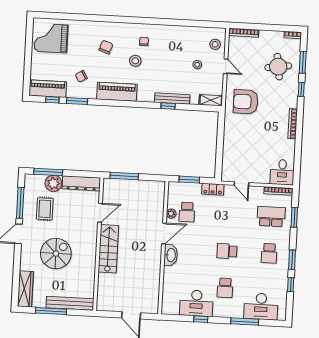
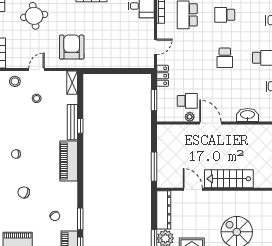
stool: (135, 61) -> (36, 162), removed
piano: (117, 92) -> (69, 161), moved
armchair: (246, 102) -> (72, 47), turned 180
school desk: (269, 253) -> (225, 15), turned 180
washbasin: (171, 255) -> (247, 115), moved

